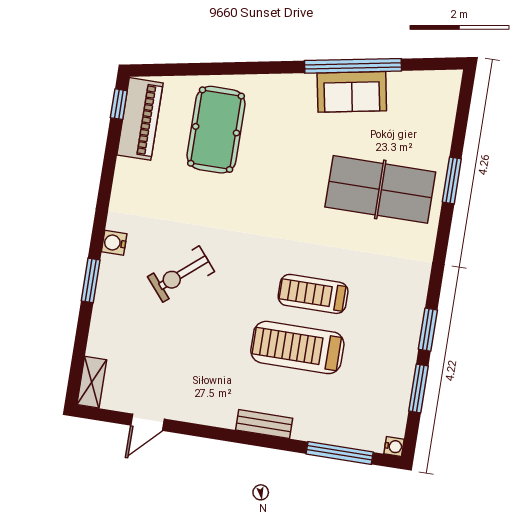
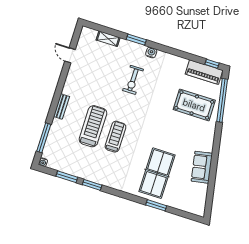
window: (353, 66) -> (222, 100), moved
exercise bike: (181, 274) -> (133, 80), turned -140
shelving: (92, 382) -> (108, 39), moved

